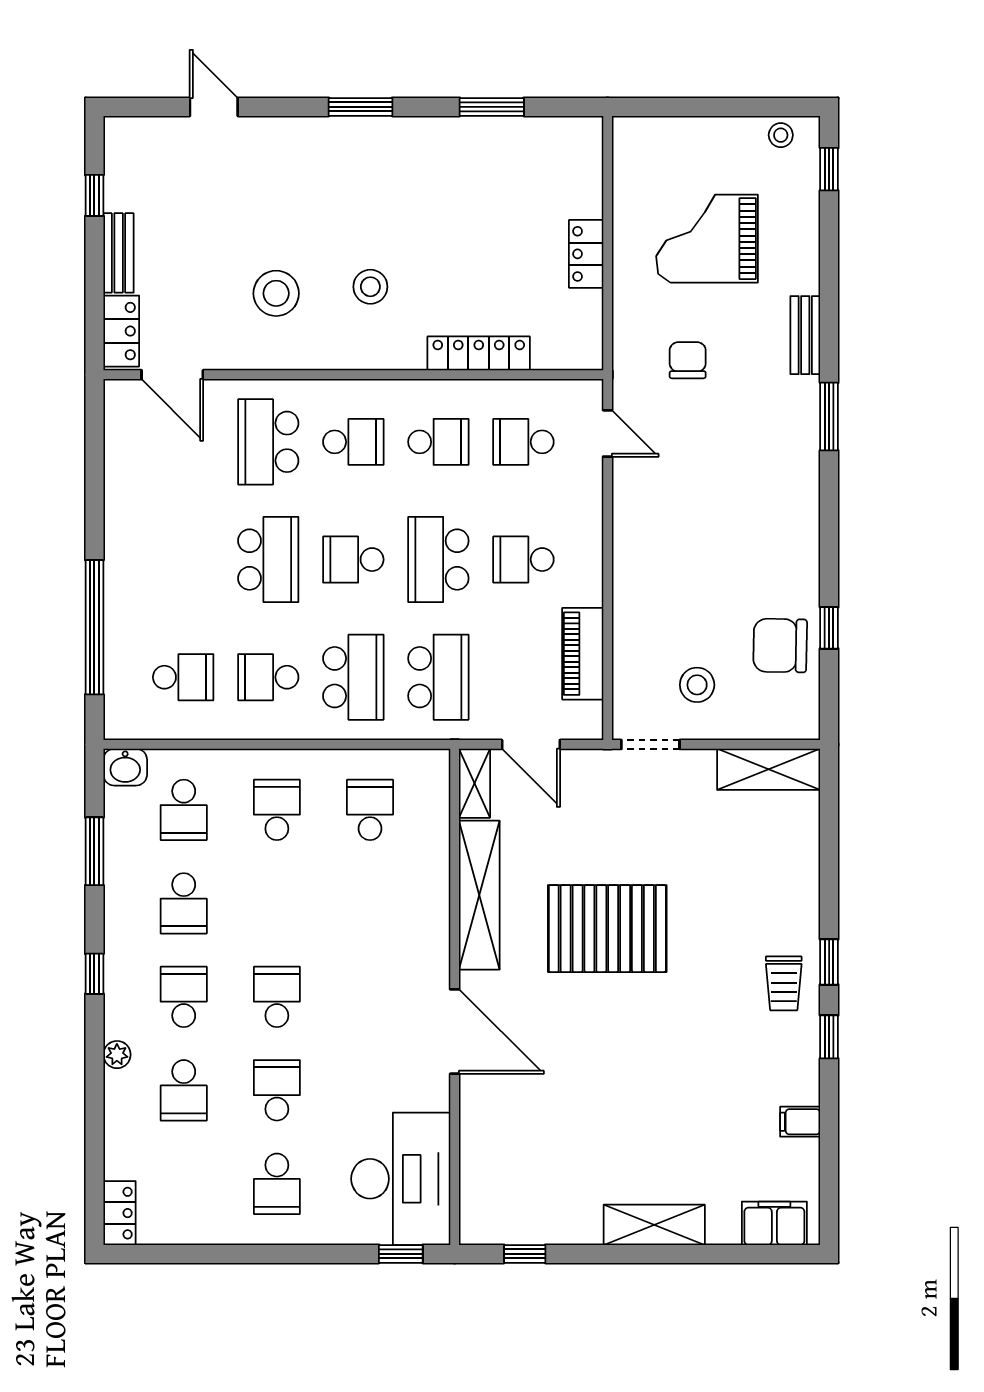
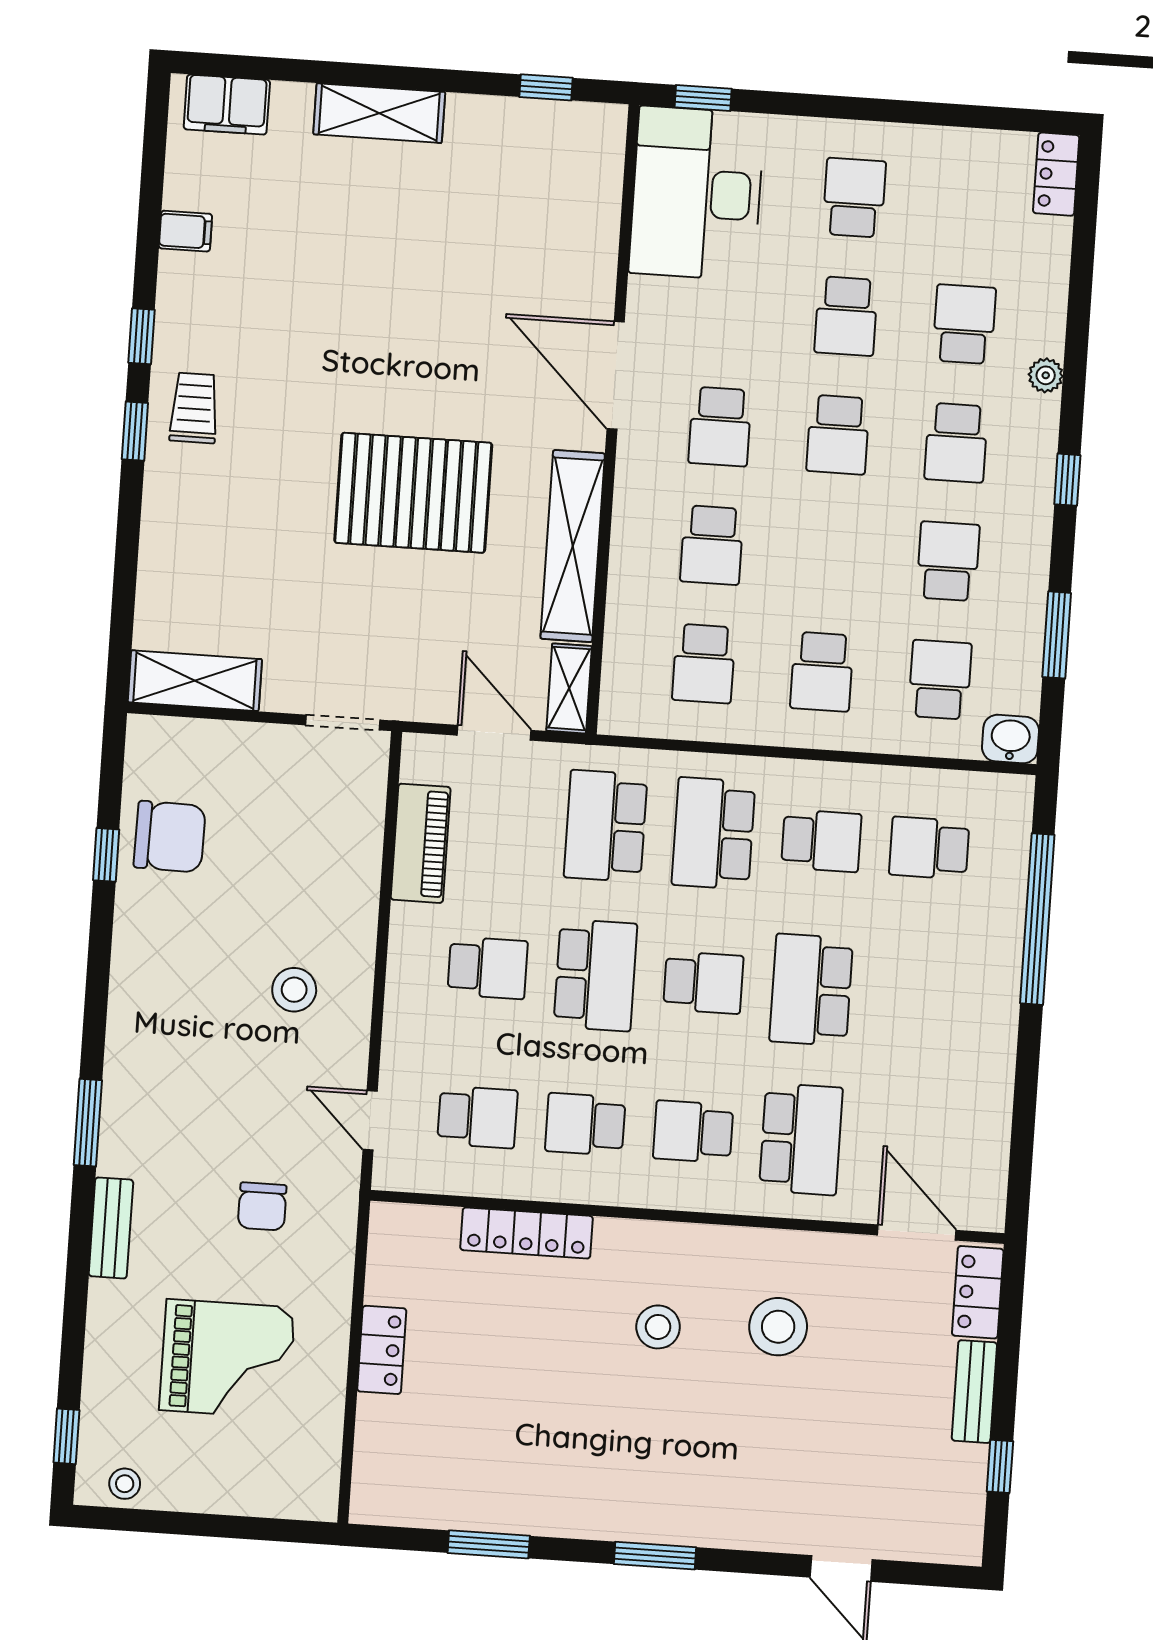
stool: (697, 685) -> (294, 990), moved
school desk: (370, 903) -> (712, 545), added
school desk: (370, 997) -> (720, 427), added

